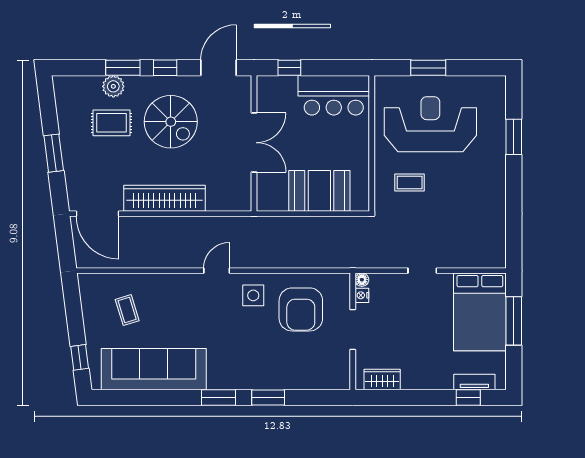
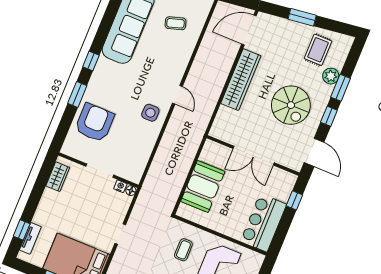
spiral stairs: (171, 122) -> (291, 105), turned -90
rug: (111, 123) -> (318, 50), moved
armchair: (301, 309) -> (95, 123), moved, turned 90
window: (219, 397) -> (91, 61), width x0.67

